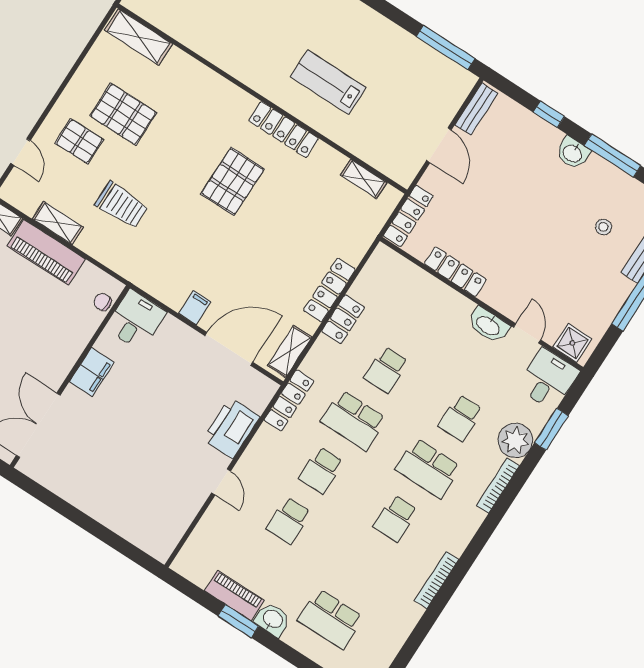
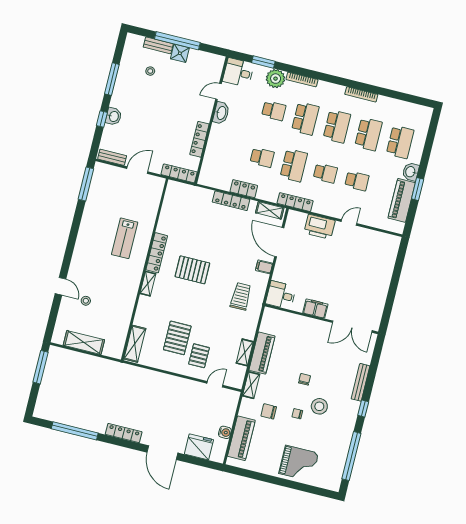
washbasin: (573, 153) -> (114, 116), moved
shelving: (364, 179) -> (148, 284), moved
trolley: (122, 205) -> (241, 296), moved
chair: (103, 302) -> (277, 315), removed
shower: (572, 343) -> (180, 53), moved
school desk: (396, 518) -> (337, 126), width x1.85
school desk: (363, 569) -> (368, 134), added
piano: (234, 596) -> (402, 200), width x1.37, depth x1.33

